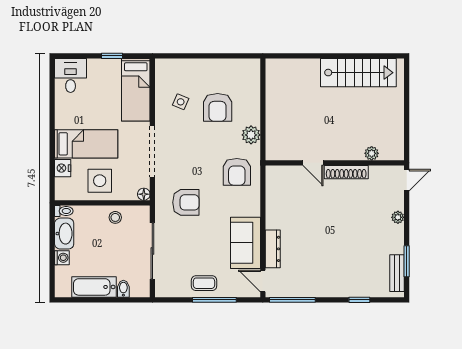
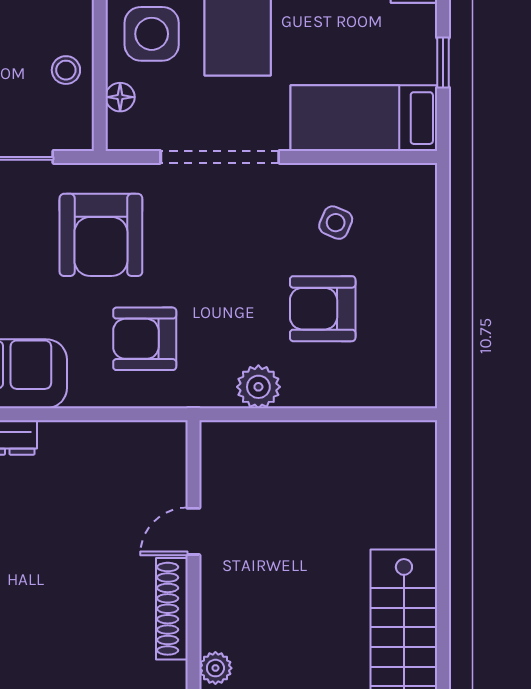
armchair: (237, 172) -> (145, 339), moved
floor lamp: (144, 194) -> (120, 97), moved
armchair: (186, 202) -> (101, 235), width x1.36, depth x1.36

